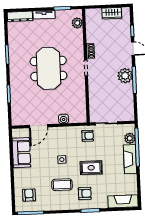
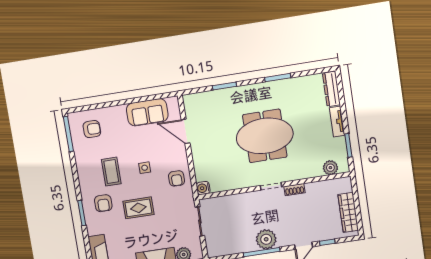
wardrobe: (112, 13) -> (348, 212), width x1.50
water cooler: (64, 119) -> (203, 188), moved
armchair: (88, 136) -> (177, 178), moved
rug: (91, 168) -> (138, 208), turned 90

